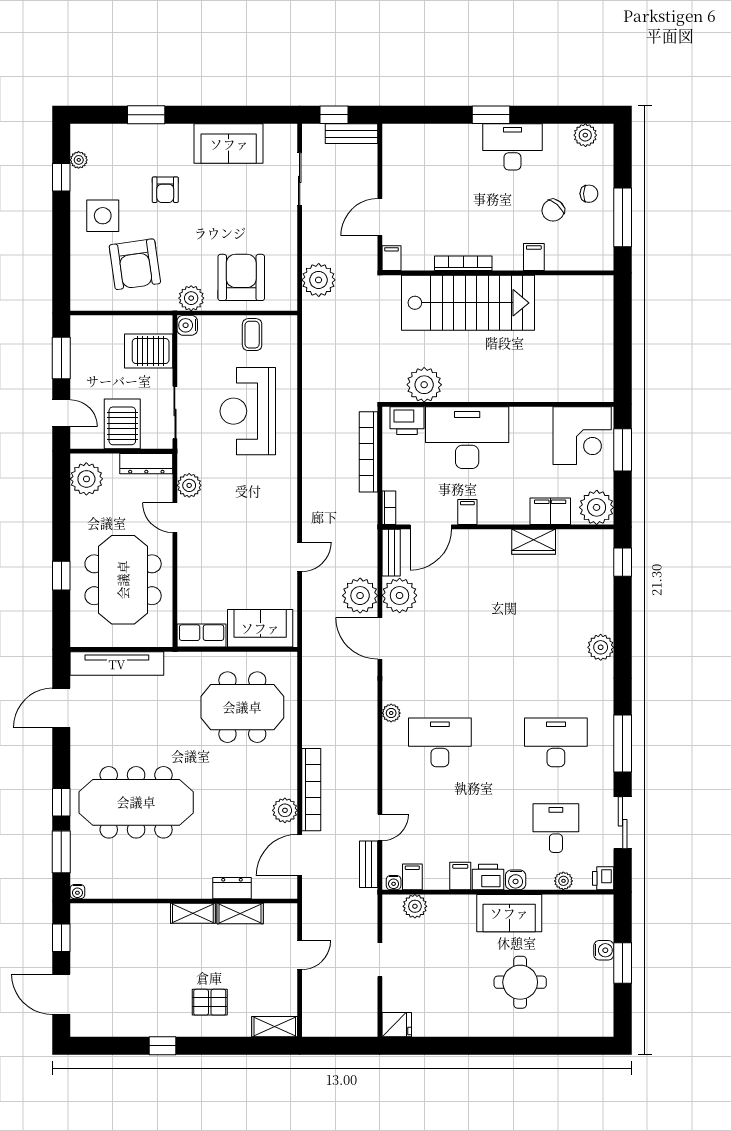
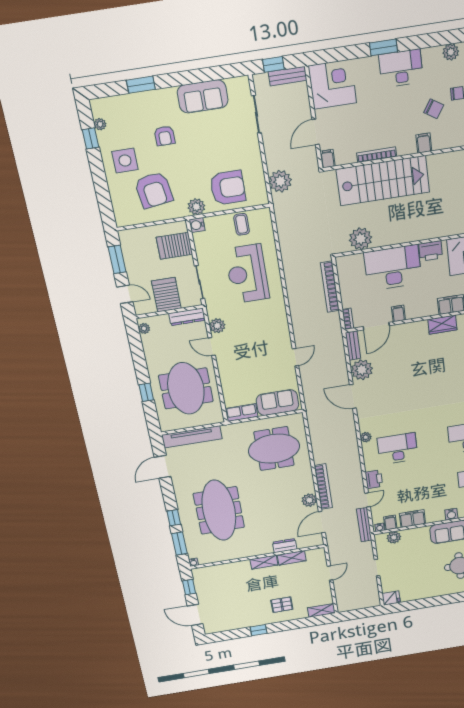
corner desk: (413, 154) -> (332, 84), added
chair: (553, 210) -> (434, 109), turned -98
armchair: (241, 277) -> (228, 188), turned 90
printer: (407, 421) -> (431, 251), moved
plant: (86, 479) -> (144, 328), width x0.53, depth x0.53
plant: (360, 596) -> (337, 374), removed
meeting table: (136, 802) -> (219, 510), turned 90
bench: (369, 864) -> (364, 525), width x1.36
filing cabinet: (460, 876) -> (412, 519), width x2.00
printer: (488, 877) -> (374, 479), moved, turned 90

